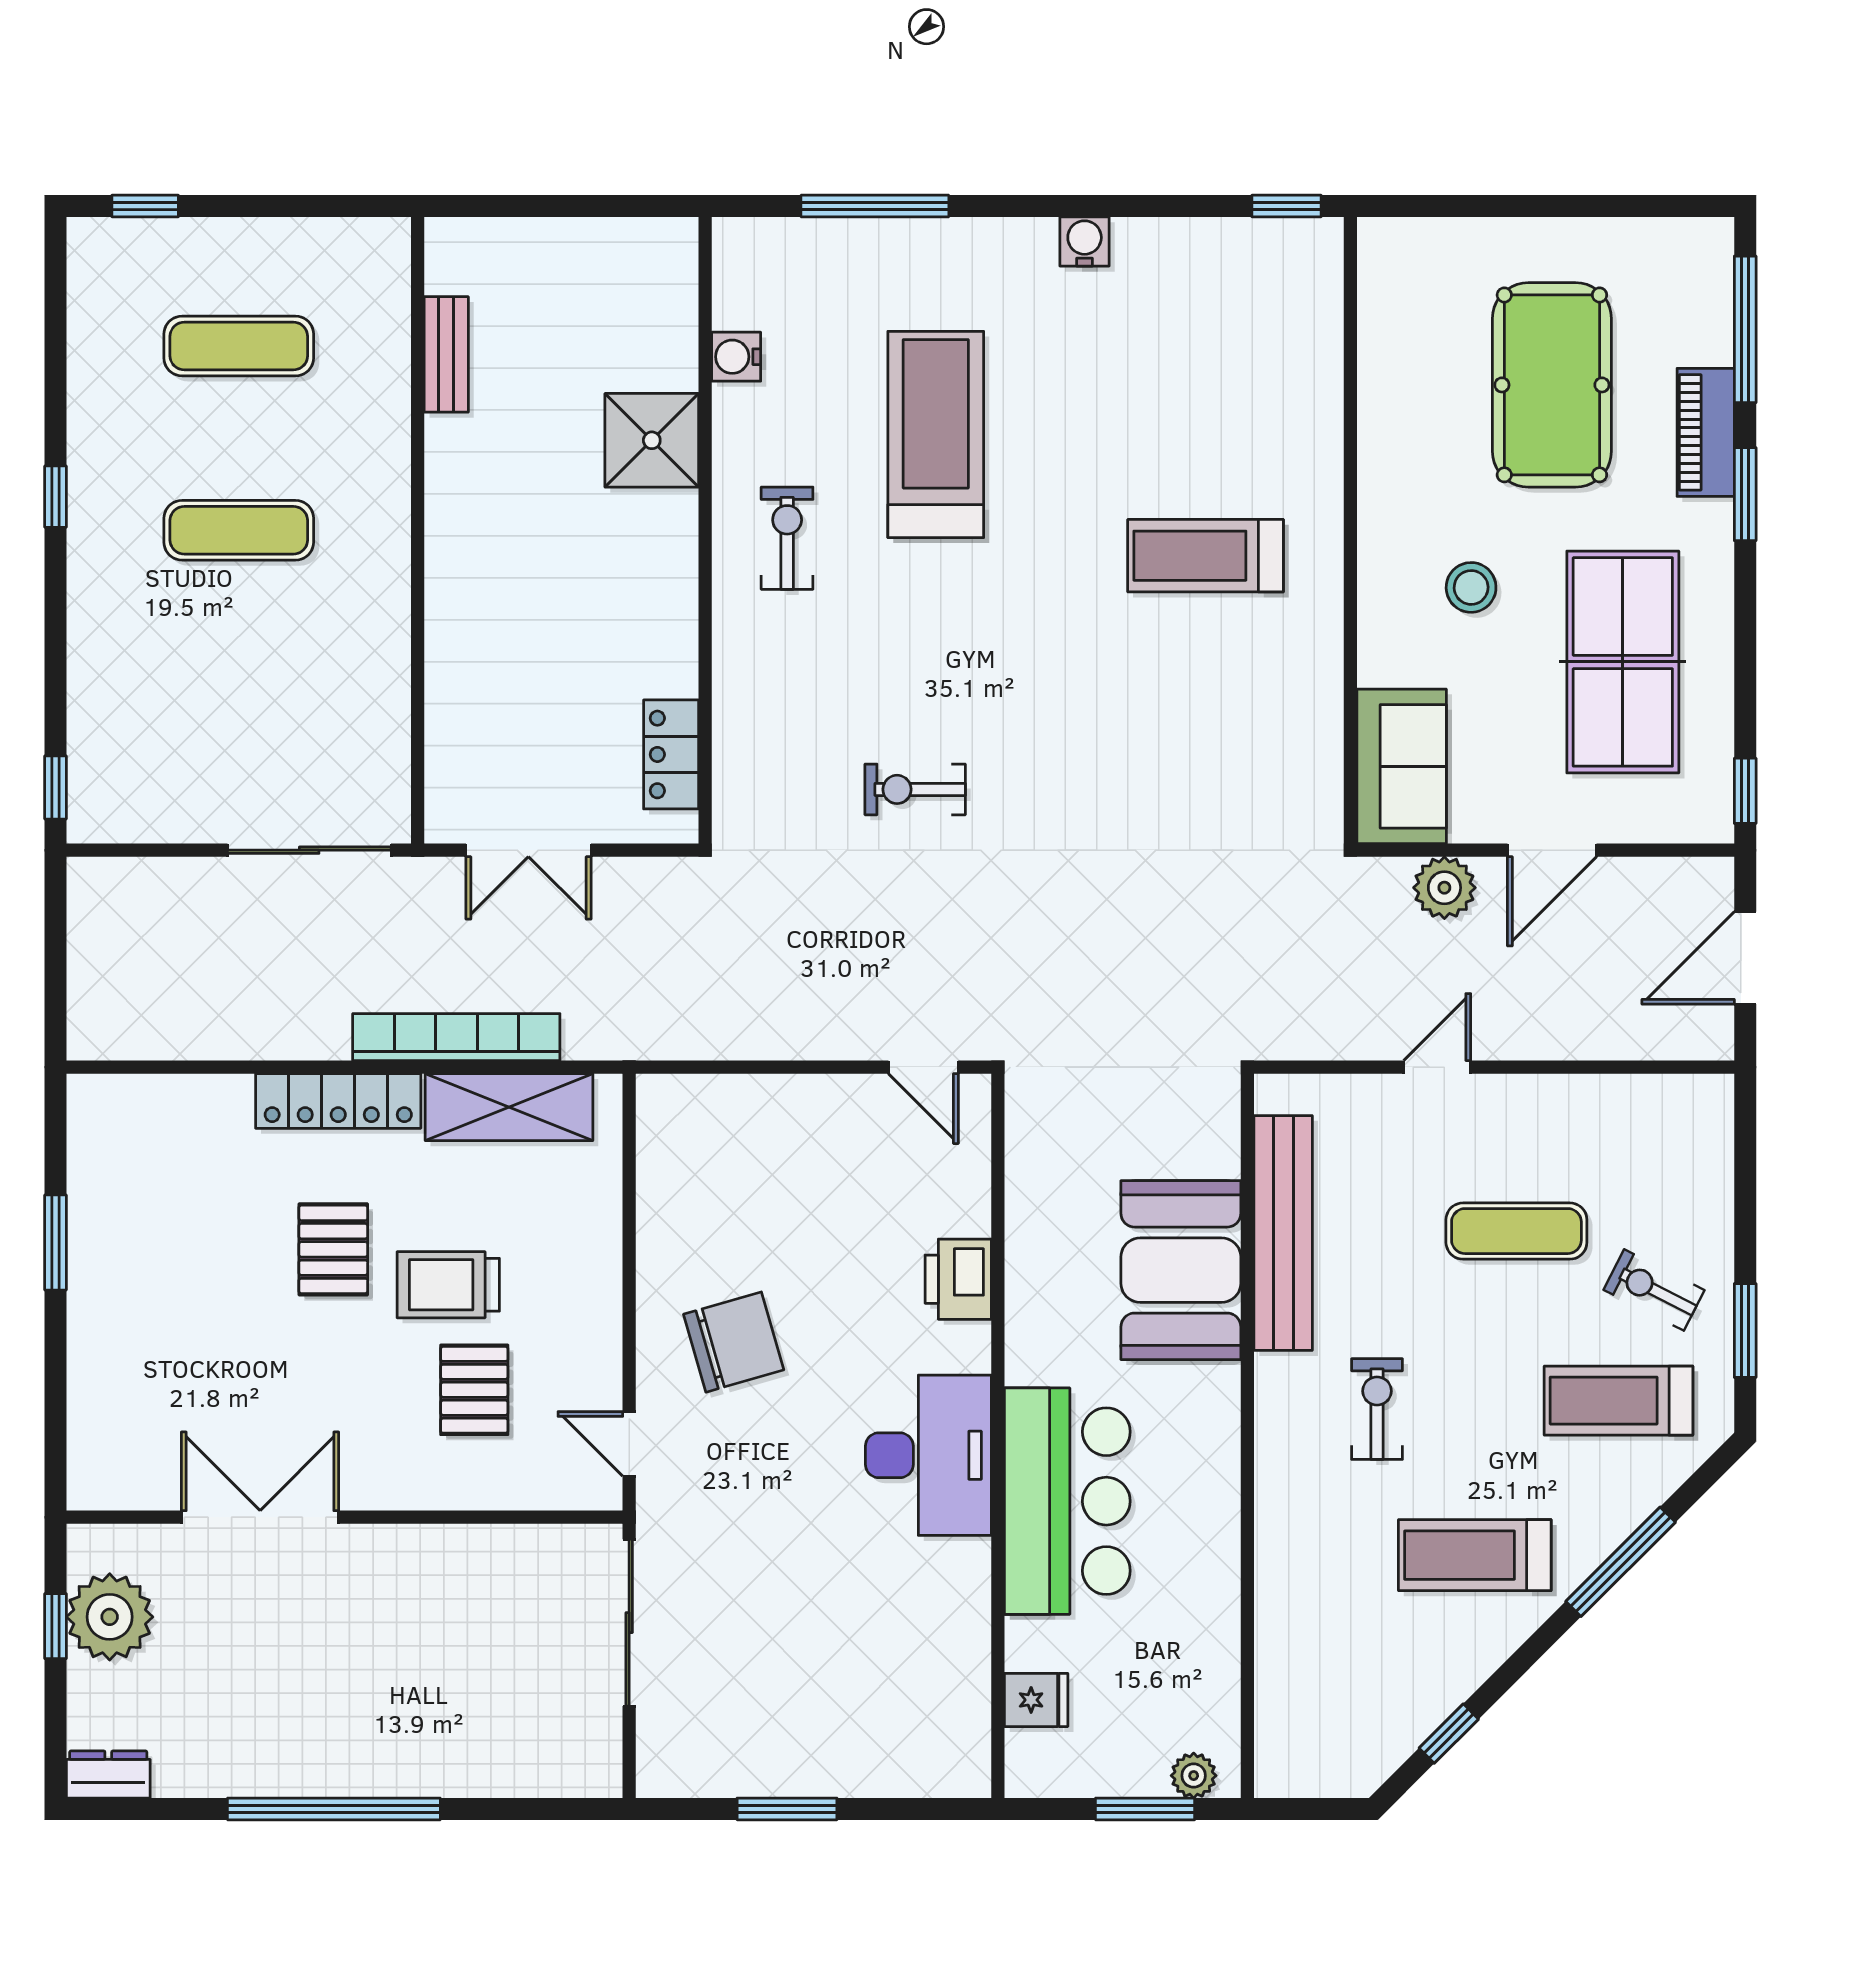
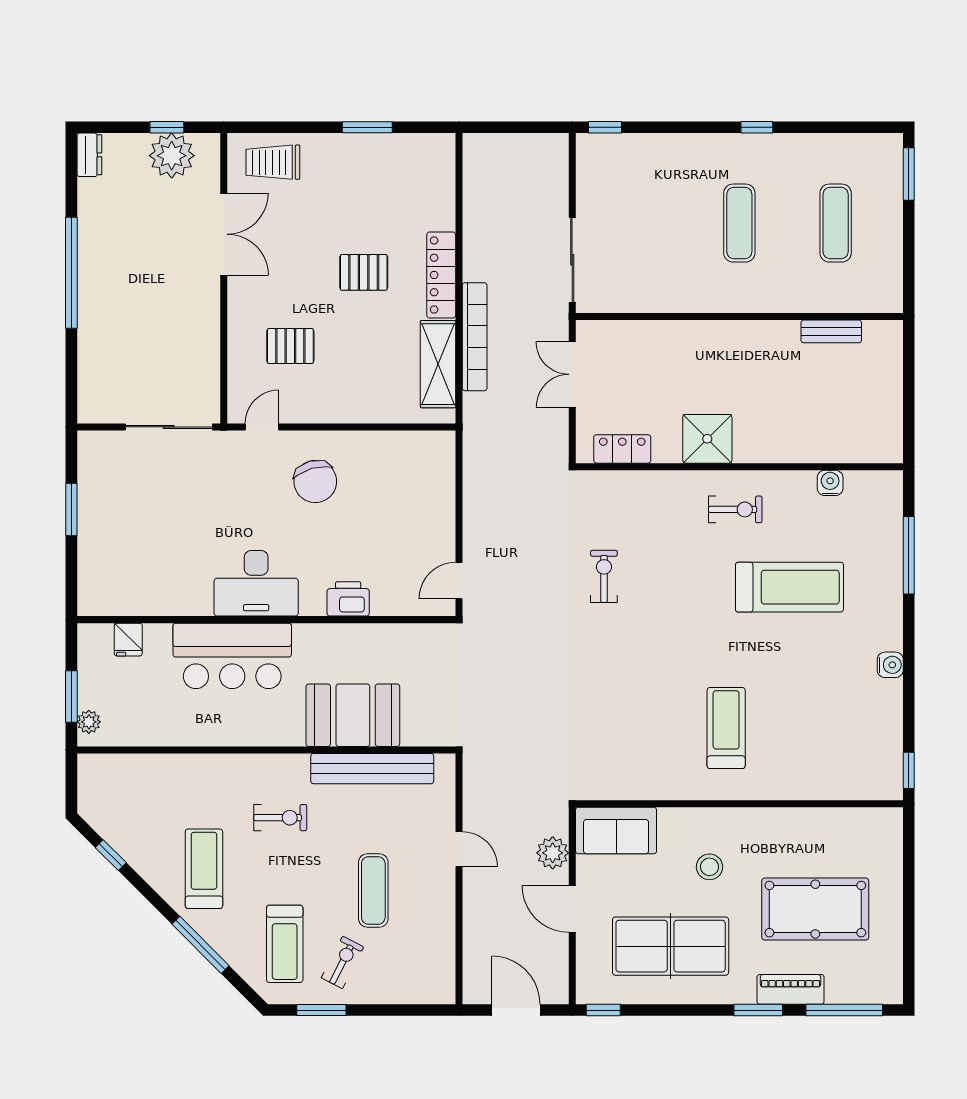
window: (145, 206) -> (909, 174), width x1.50
shower: (652, 440) -> (707, 439), moved
trolley: (448, 1285) -> (273, 162), moved, turned -90
treadmill: (1618, 1401) -> (285, 944), turned 180

